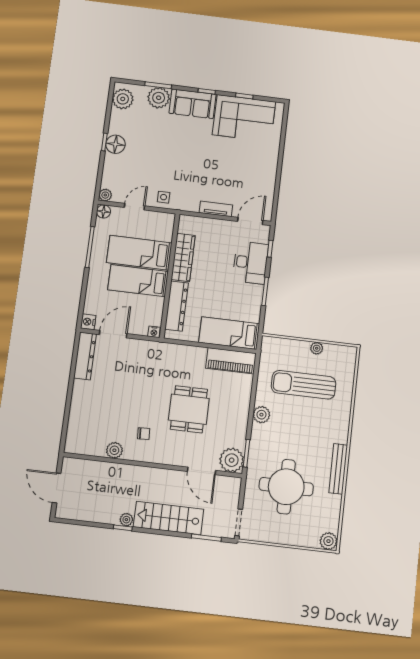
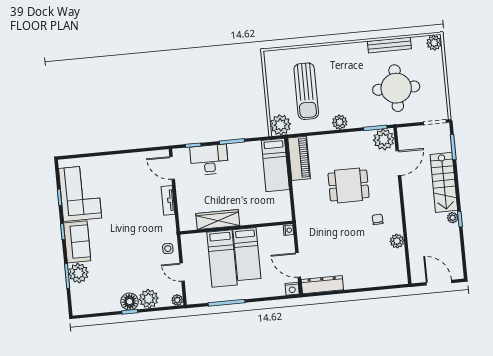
plant: (123, 99) -> (149, 299), moved
floor lamp: (103, 211) -> (192, 298), removed
dresser: (177, 306) -> (262, 216), removed
plant: (317, 348) -> (280, 125), moved, width x1.88, depth x1.88
bench: (338, 469) -> (389, 45), moved
door: (57, 488) -> (439, 283), swing flipped

